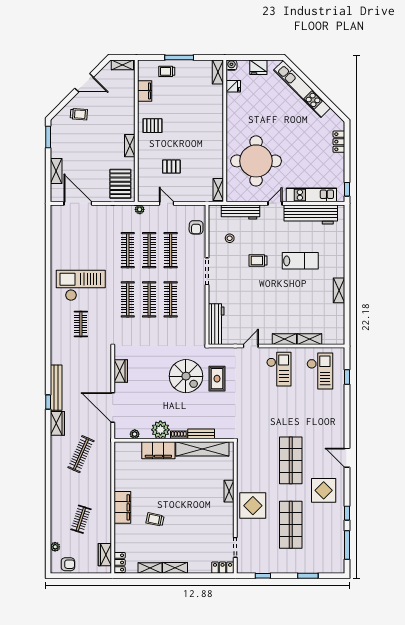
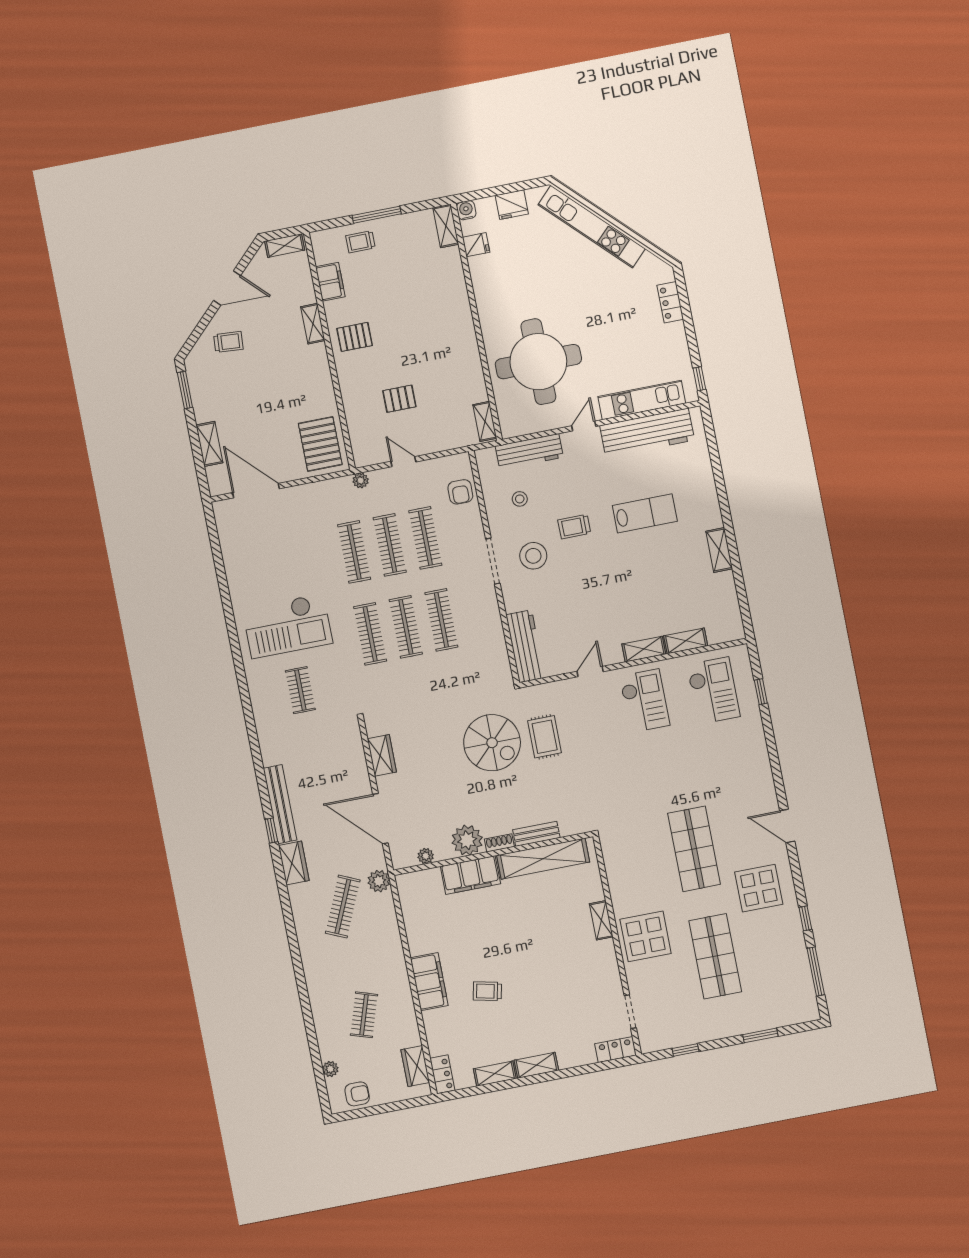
shelving: (130, 146) -> (313, 324), moved
stool: (231, 273) -> (533, 556), added
checkout: (81, 285) -> (287, 626), turned 180
plant: (105, 443) -> (379, 881), added

